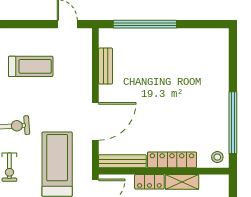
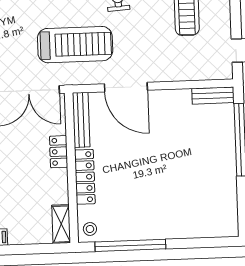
bench: (106, 66) -> (213, 96), moved
shelving: (182, 182) -> (61, 224), moved

